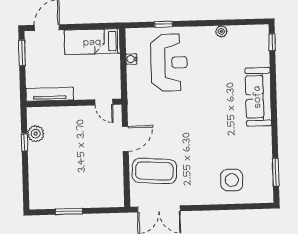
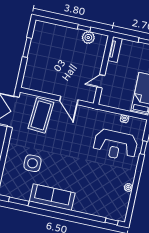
tv unit: (50, 94) -> (115, 50), width x0.71
sofa: (258, 97) -> (52, 197), moved
door: (104, 102) -> (101, 81), moved
side table: (232, 180) -> (32, 163), moved

